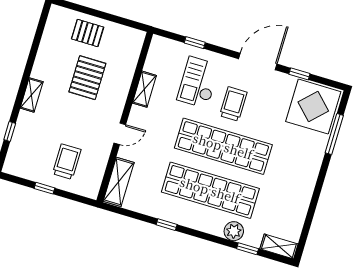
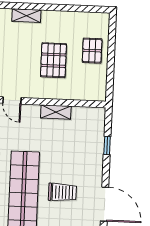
pallet: (87, 78) -> (53, 60), turned 90
checkout: (198, 82) -> (73, 157), removed

